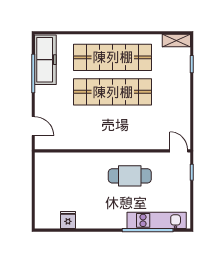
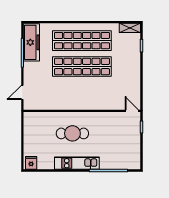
door: (33, 126) -> (22, 92), swing flipped
cafe table: (130, 176) -> (72, 133), moved
fridge: (68, 220) -> (31, 163), moved
kitchen unit: (157, 220) -> (77, 163), moved

